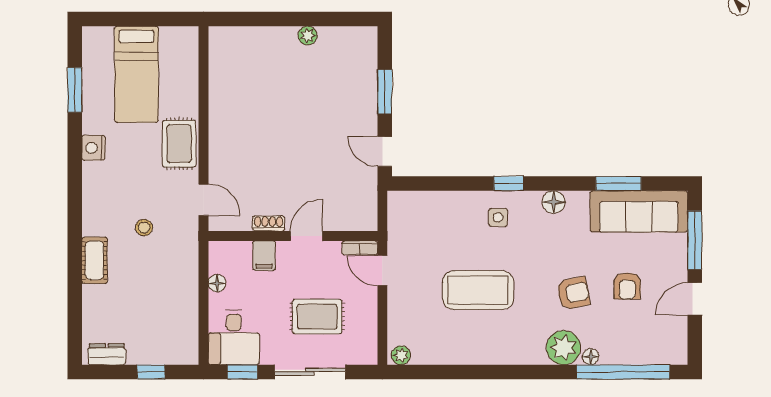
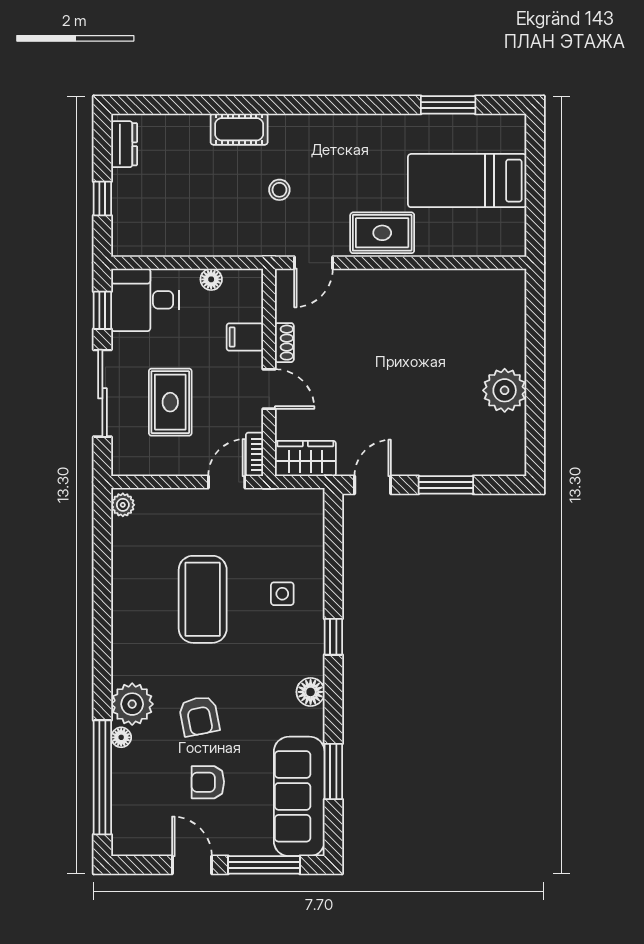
plant: (308, 36) -> (505, 390), width x1.88, depth x1.88
nightstand: (93, 148) -> (377, 128), removed
wardrobe: (363, 206) -> (305, 458), added
side table: (498, 217) -> (282, 594), moved

